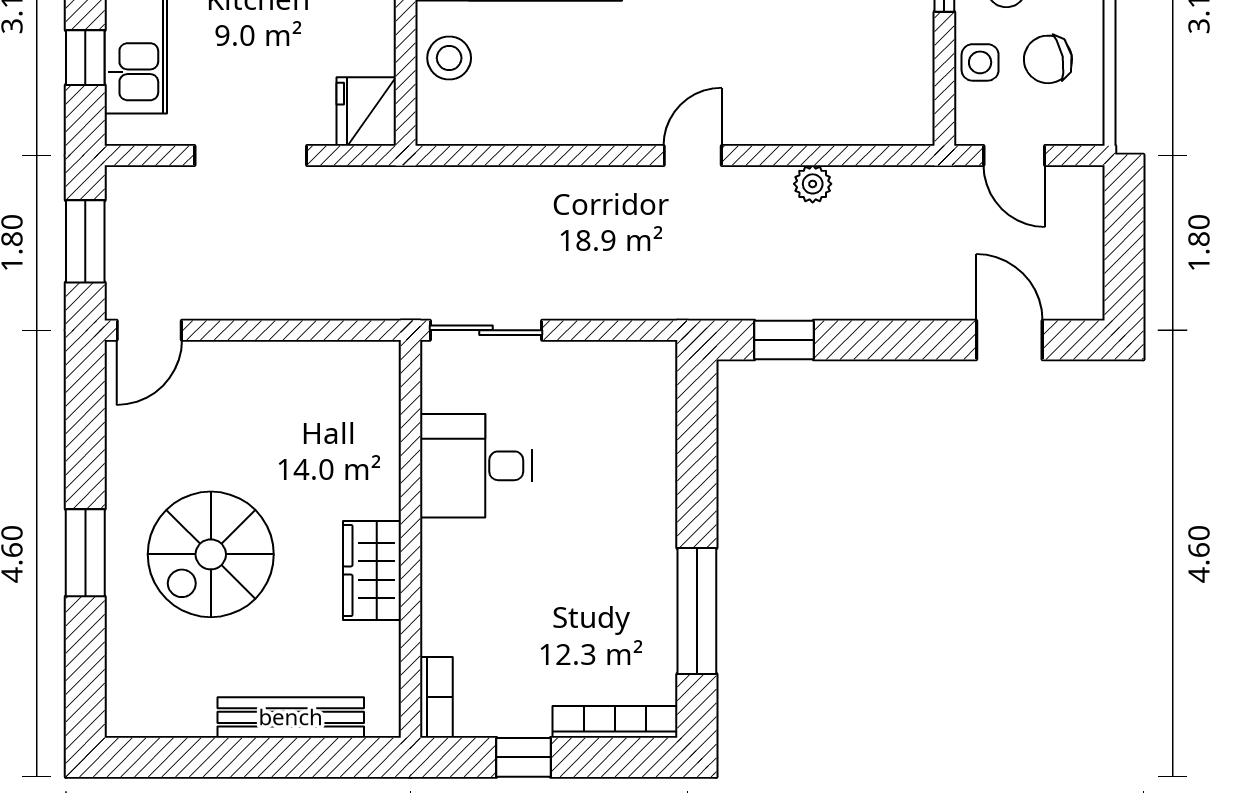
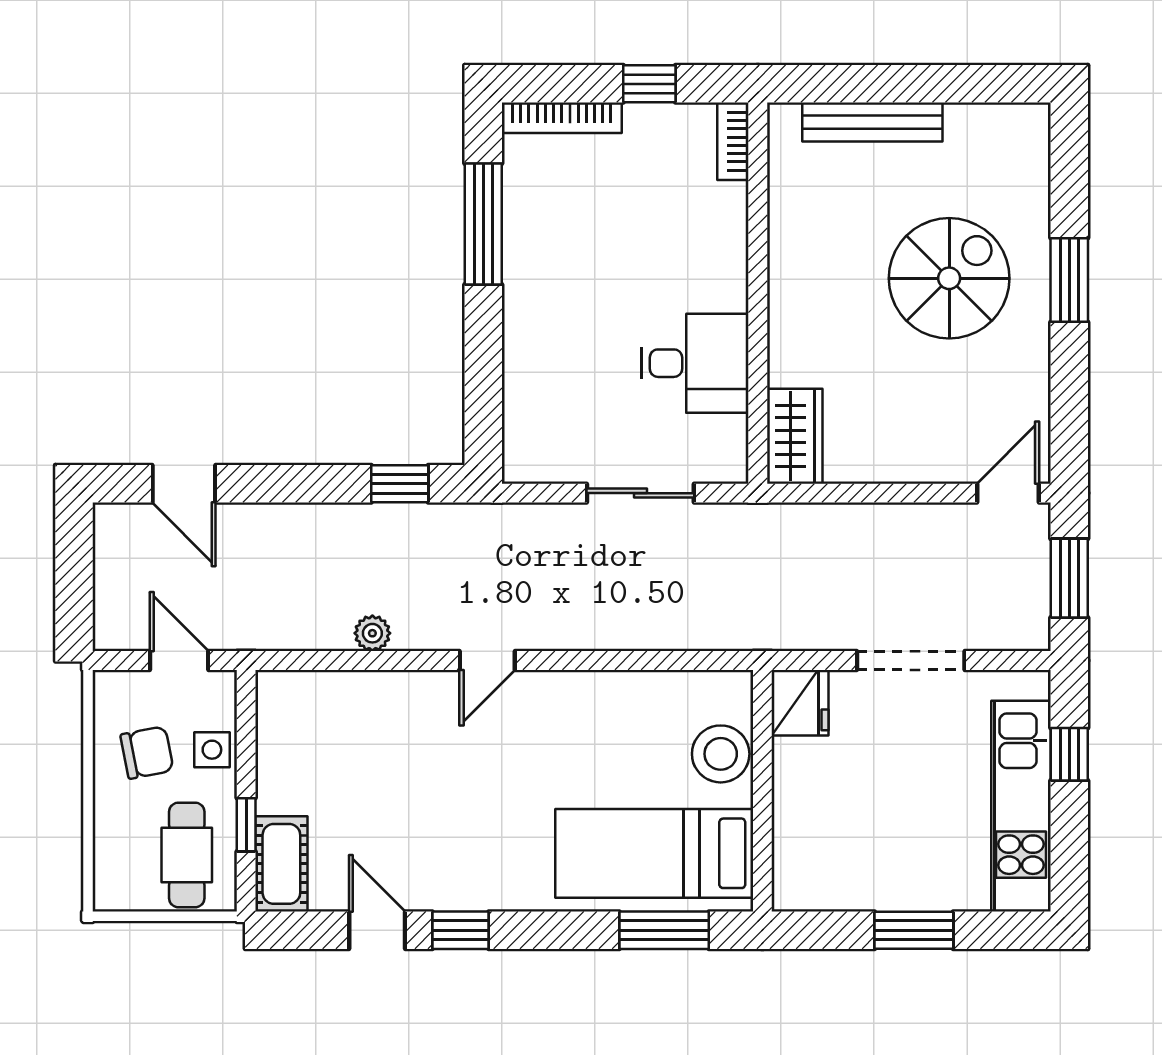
stool: (449, 58) -> (721, 754), width x1.38, depth x1.38
sliding door: (486, 330) -> (640, 493), moved
wardrobe: (372, 570) -> (795, 436), moved

